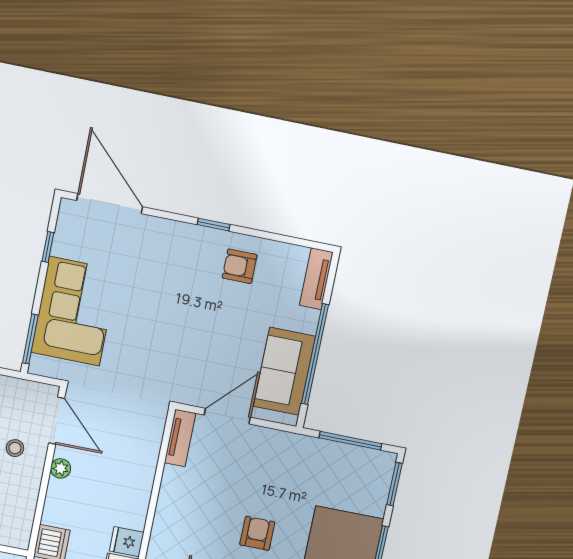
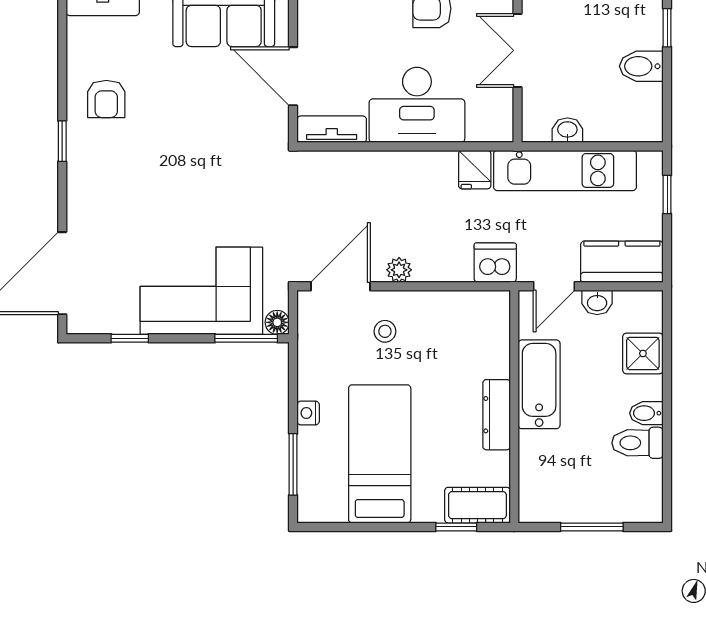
floor lamp: (38, 366) -> (277, 322), added
desk: (186, 507) -> (417, 105), added

